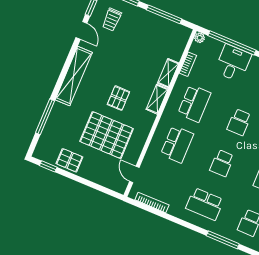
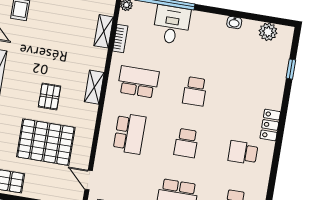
shelving: (168, 73) -> (104, 31), moved
school desk: (194, 103) -> (138, 82), turned -90

